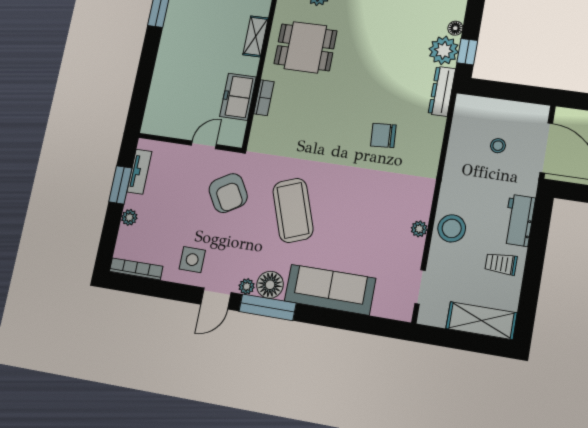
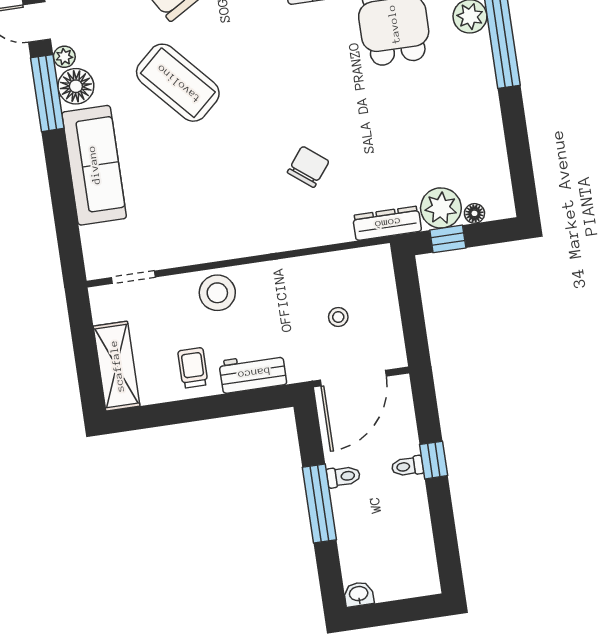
chair: (383, 135) -> (308, 167), turned 42
coffee table: (293, 210) -> (178, 83), turned 68
plant: (419, 229) -> (204, 252), removed

